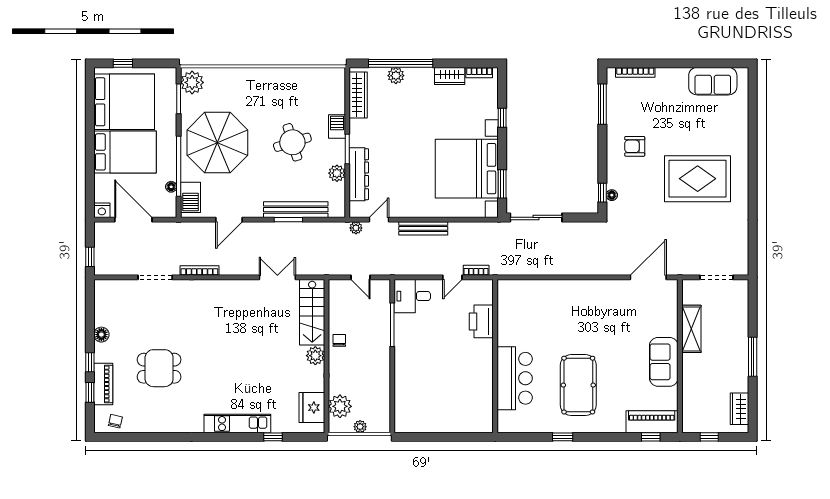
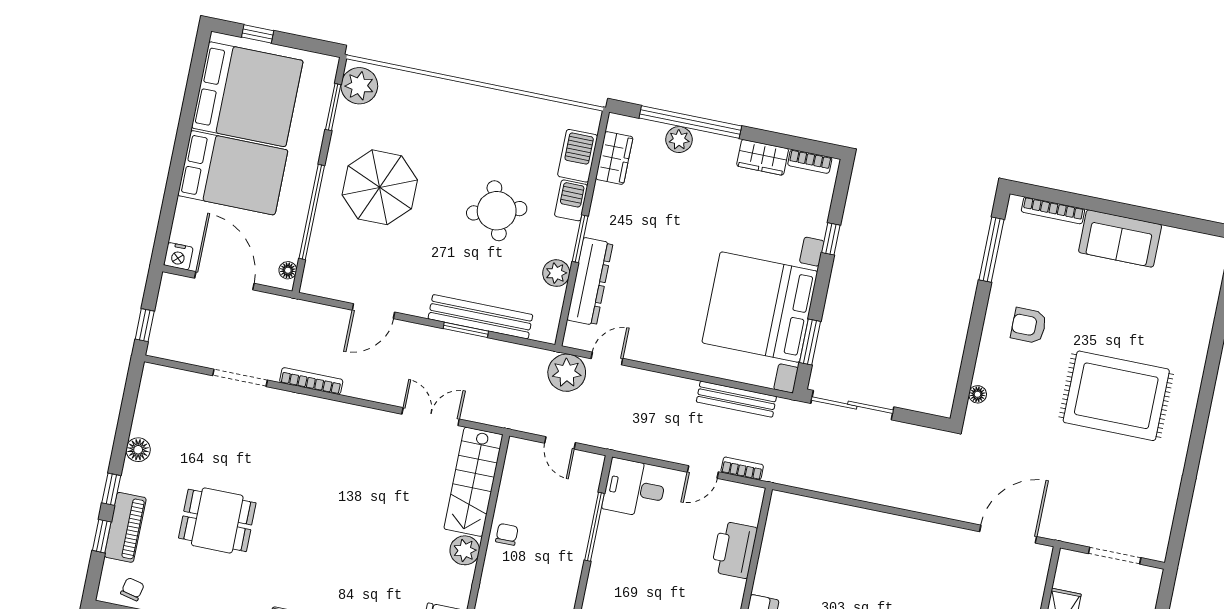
sofa: (713, 81) -> (1120, 238), moved
wardrobe: (358, 95) -> (614, 158), width x0.67
parasol: (217, 143) -> (380, 187), width x0.73, depth x0.73
floor lamp: (171, 187) -> (288, 270), moved
window: (602, 193) -> (963, 387), removed
barbecue: (191, 197) -> (578, 156), moved, turned 180
plant: (356, 228) -> (567, 373), width x1.88, depth x1.88
bench: (423, 228) -> (736, 399), moved

